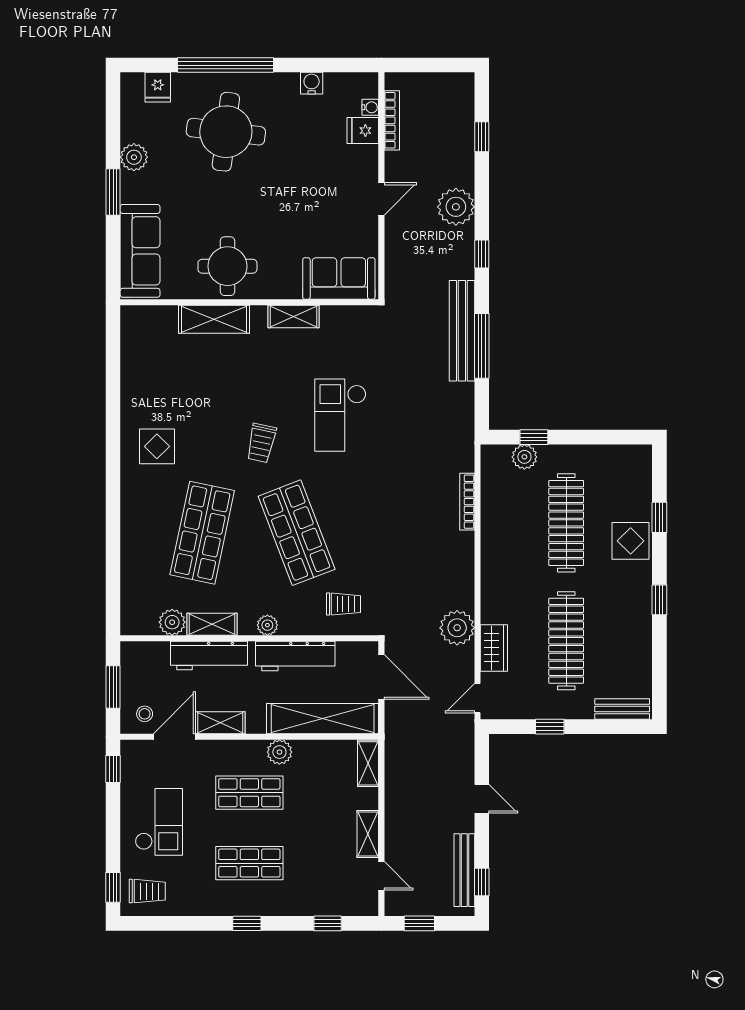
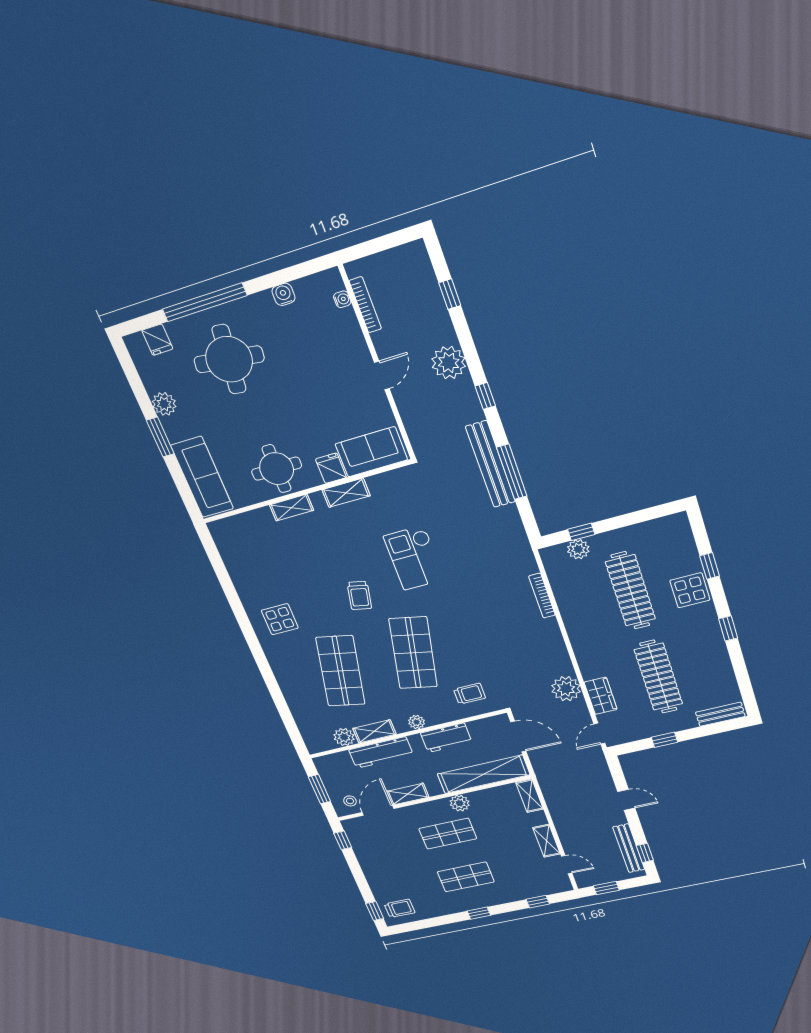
fridge: (363, 131) -> (331, 468), moved, turned 90
shelving: (214, 319) -> (291, 508), width x0.67, depth x0.75
shop shelf: (297, 533) -> (413, 653), turned 33
workbench: (295, 656) -> (446, 738), width x0.73
checkout: (159, 822) -> (390, 865), removed

